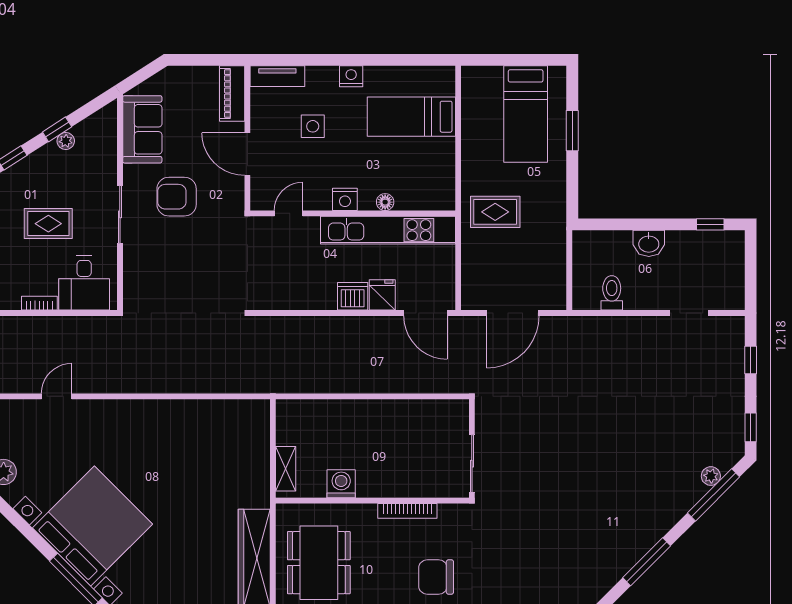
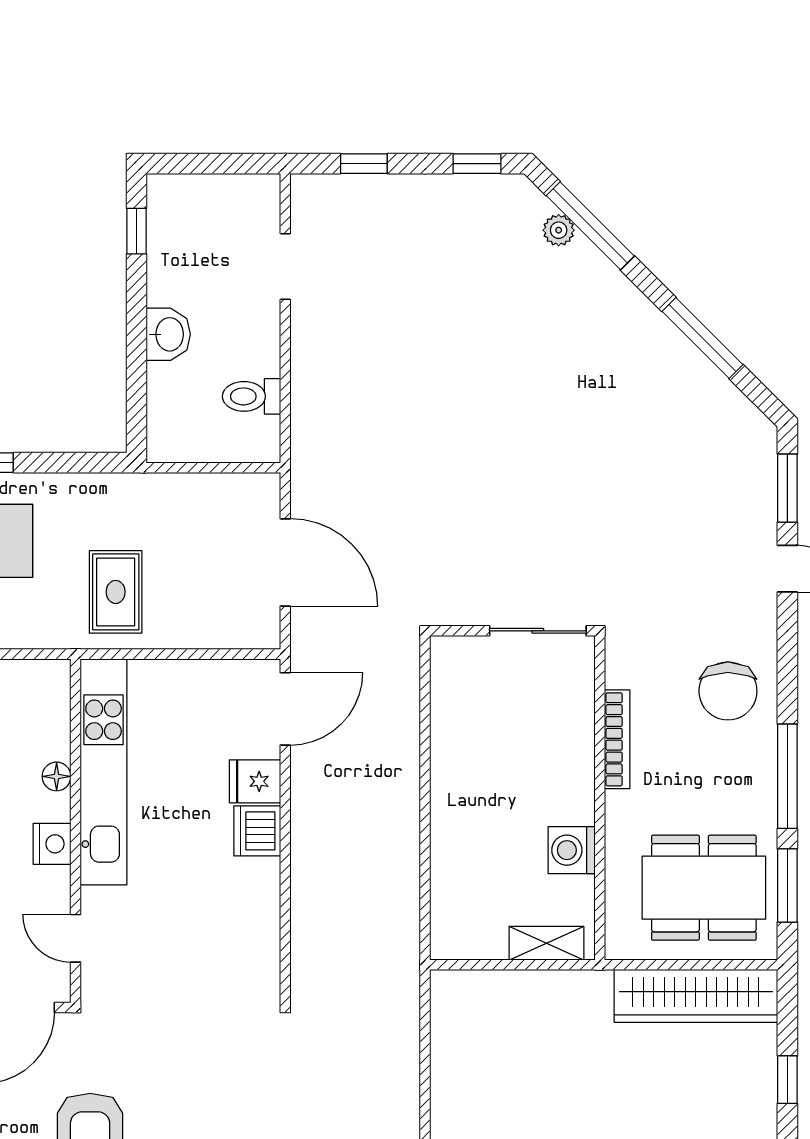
nightstand: (345, 199) -> (52, 844), moved
floor lamp: (385, 202) -> (57, 776), moved
door: (289, 213) -> (76, 938), moved
wall: (353, 213) -> (76, 831), moved
kitchen unit: (388, 230) -> (104, 772), moved

